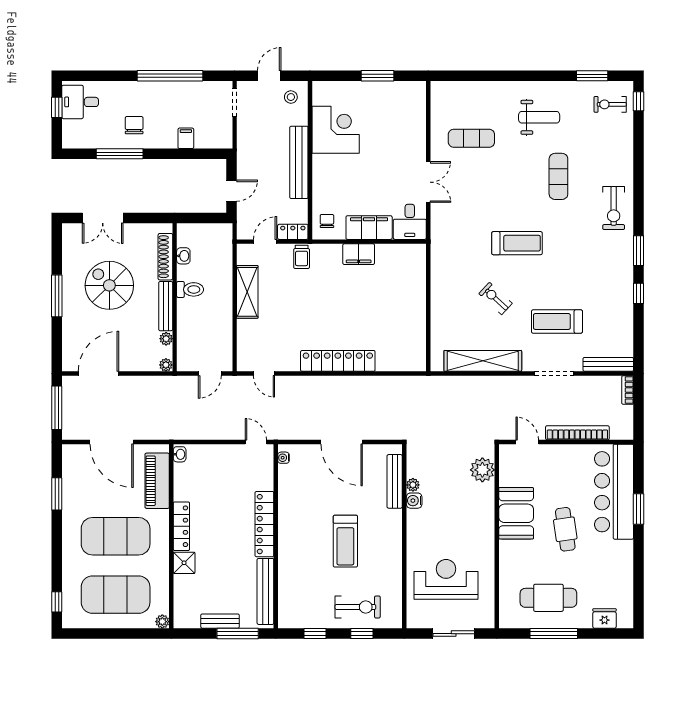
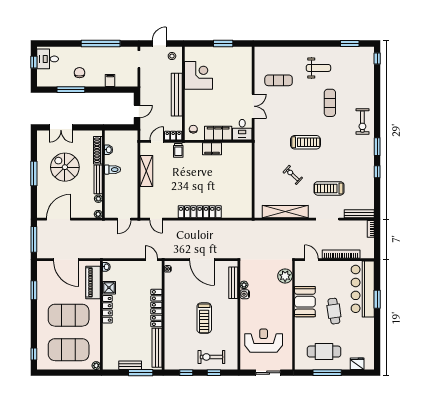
exercise bike: (610, 104) -> (360, 60), removed
shower: (184, 563) -> (109, 288), moved
exercise bike: (358, 607) -> (211, 357), turned 180

